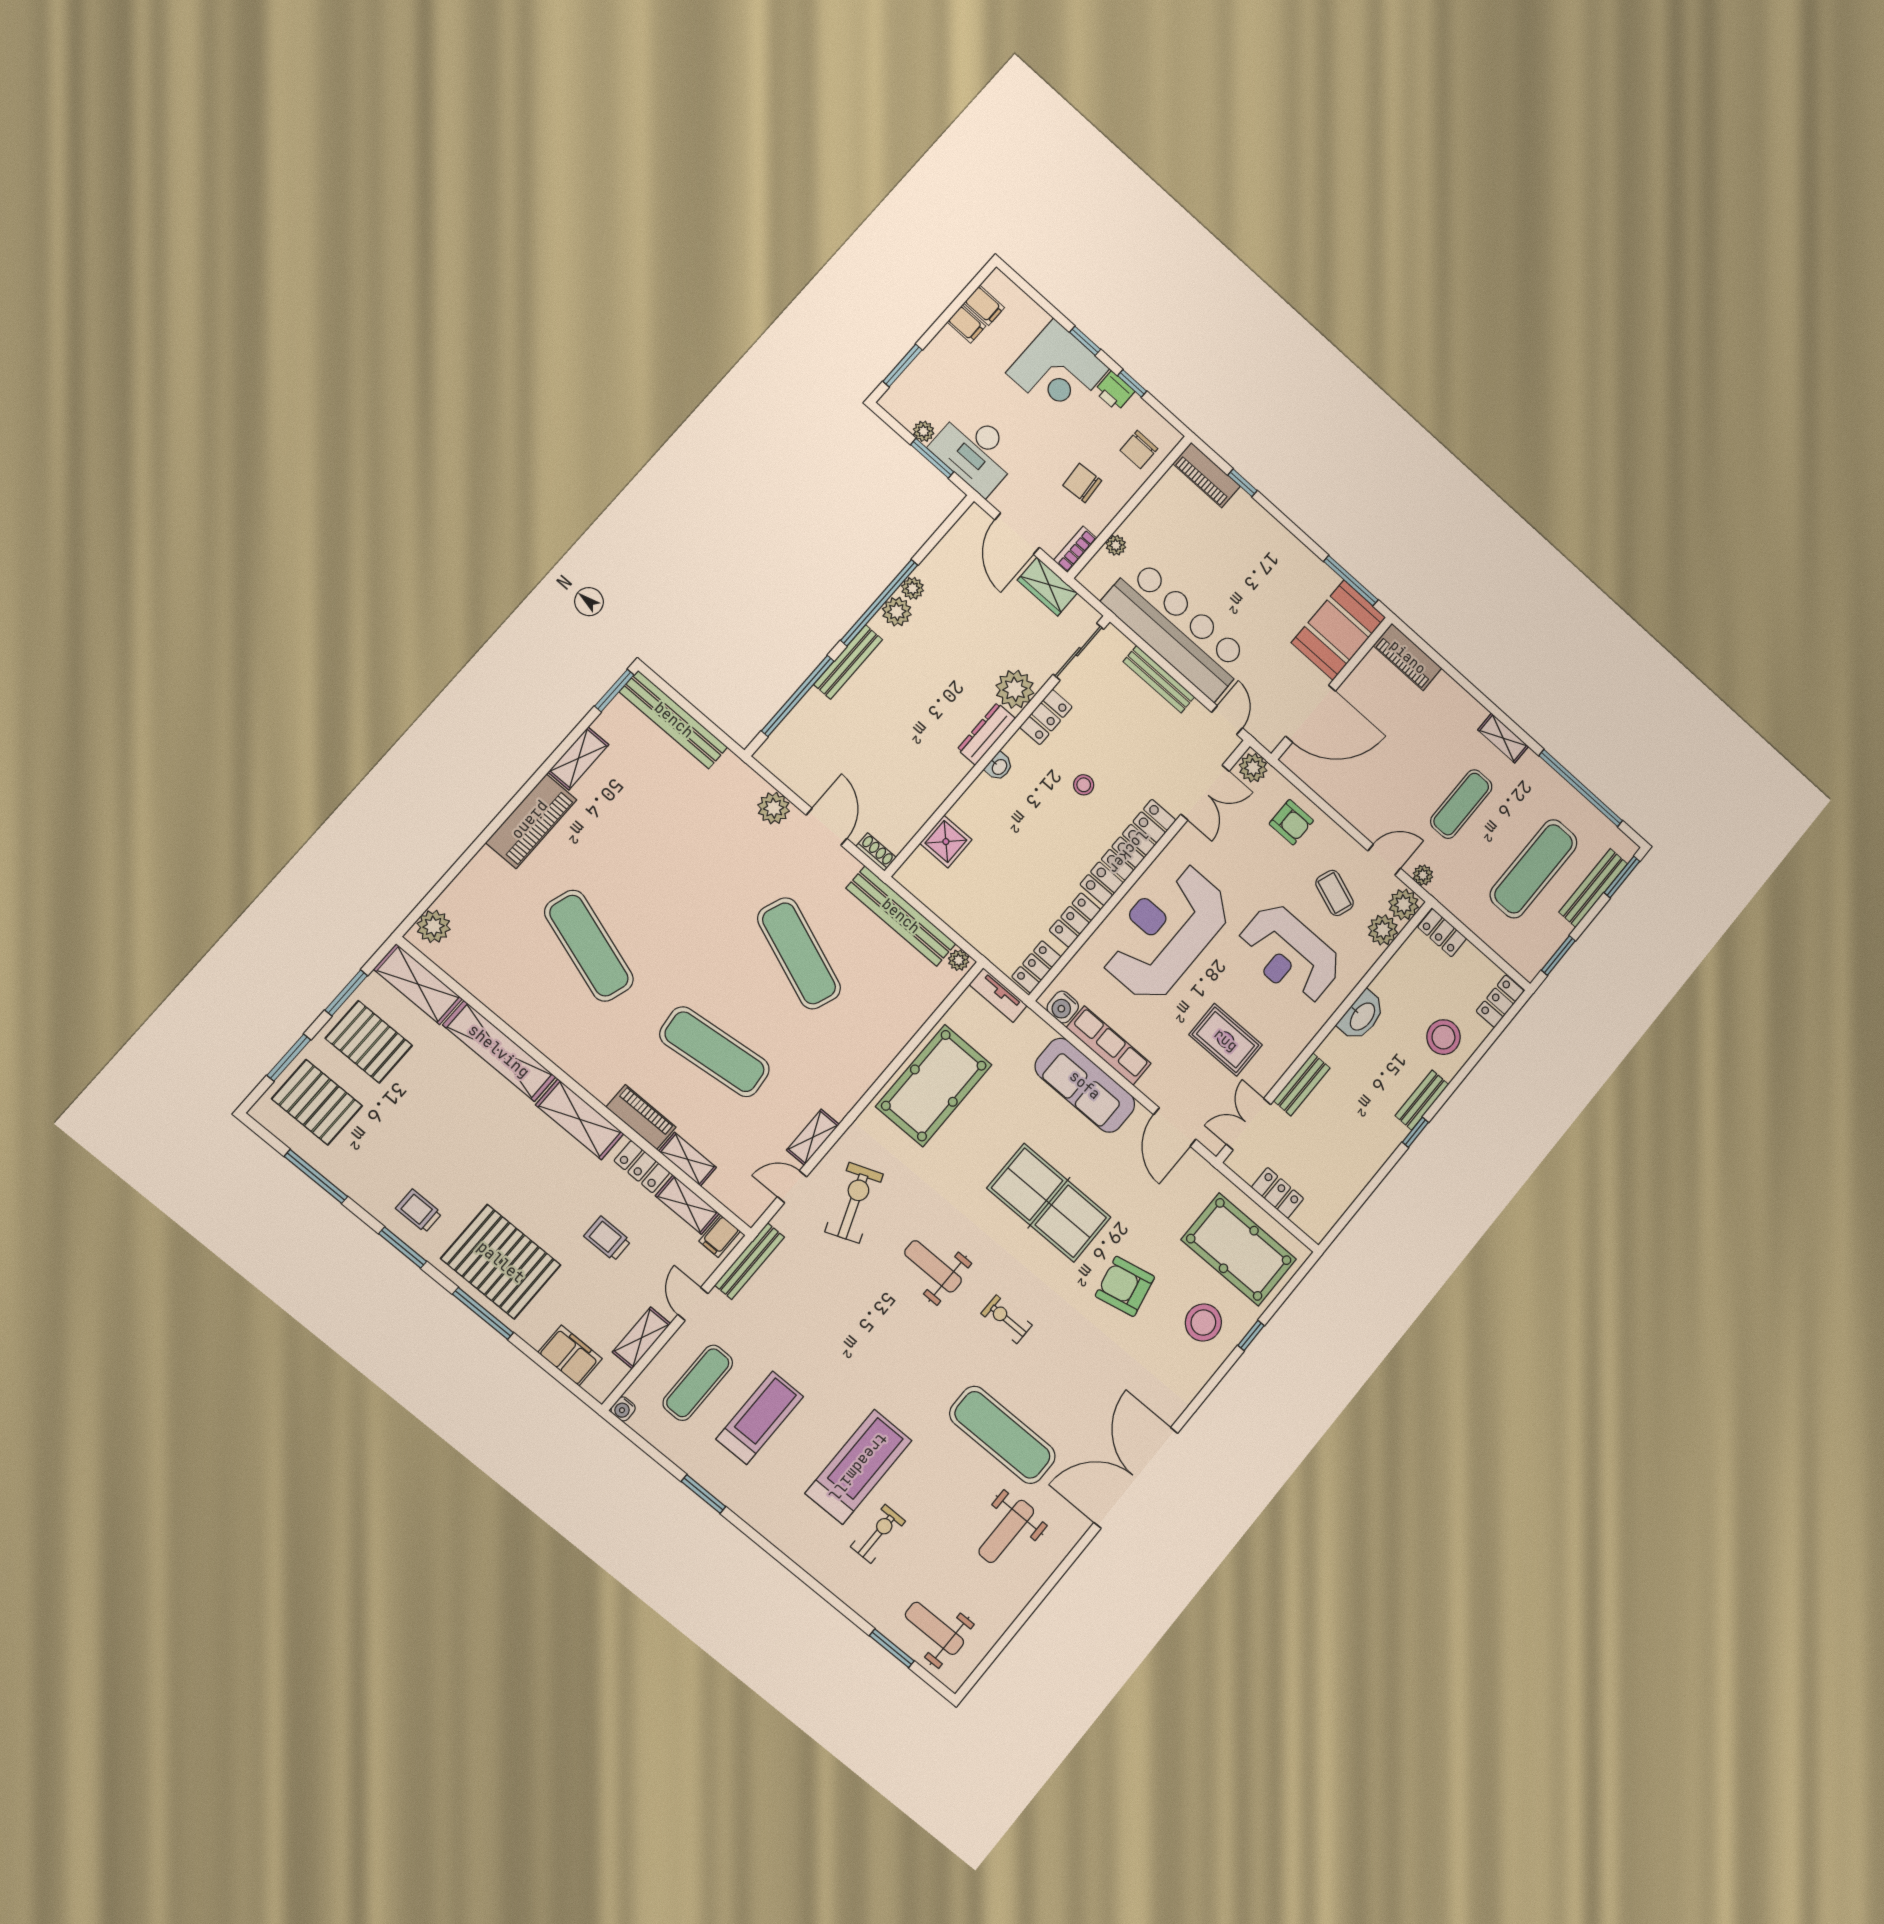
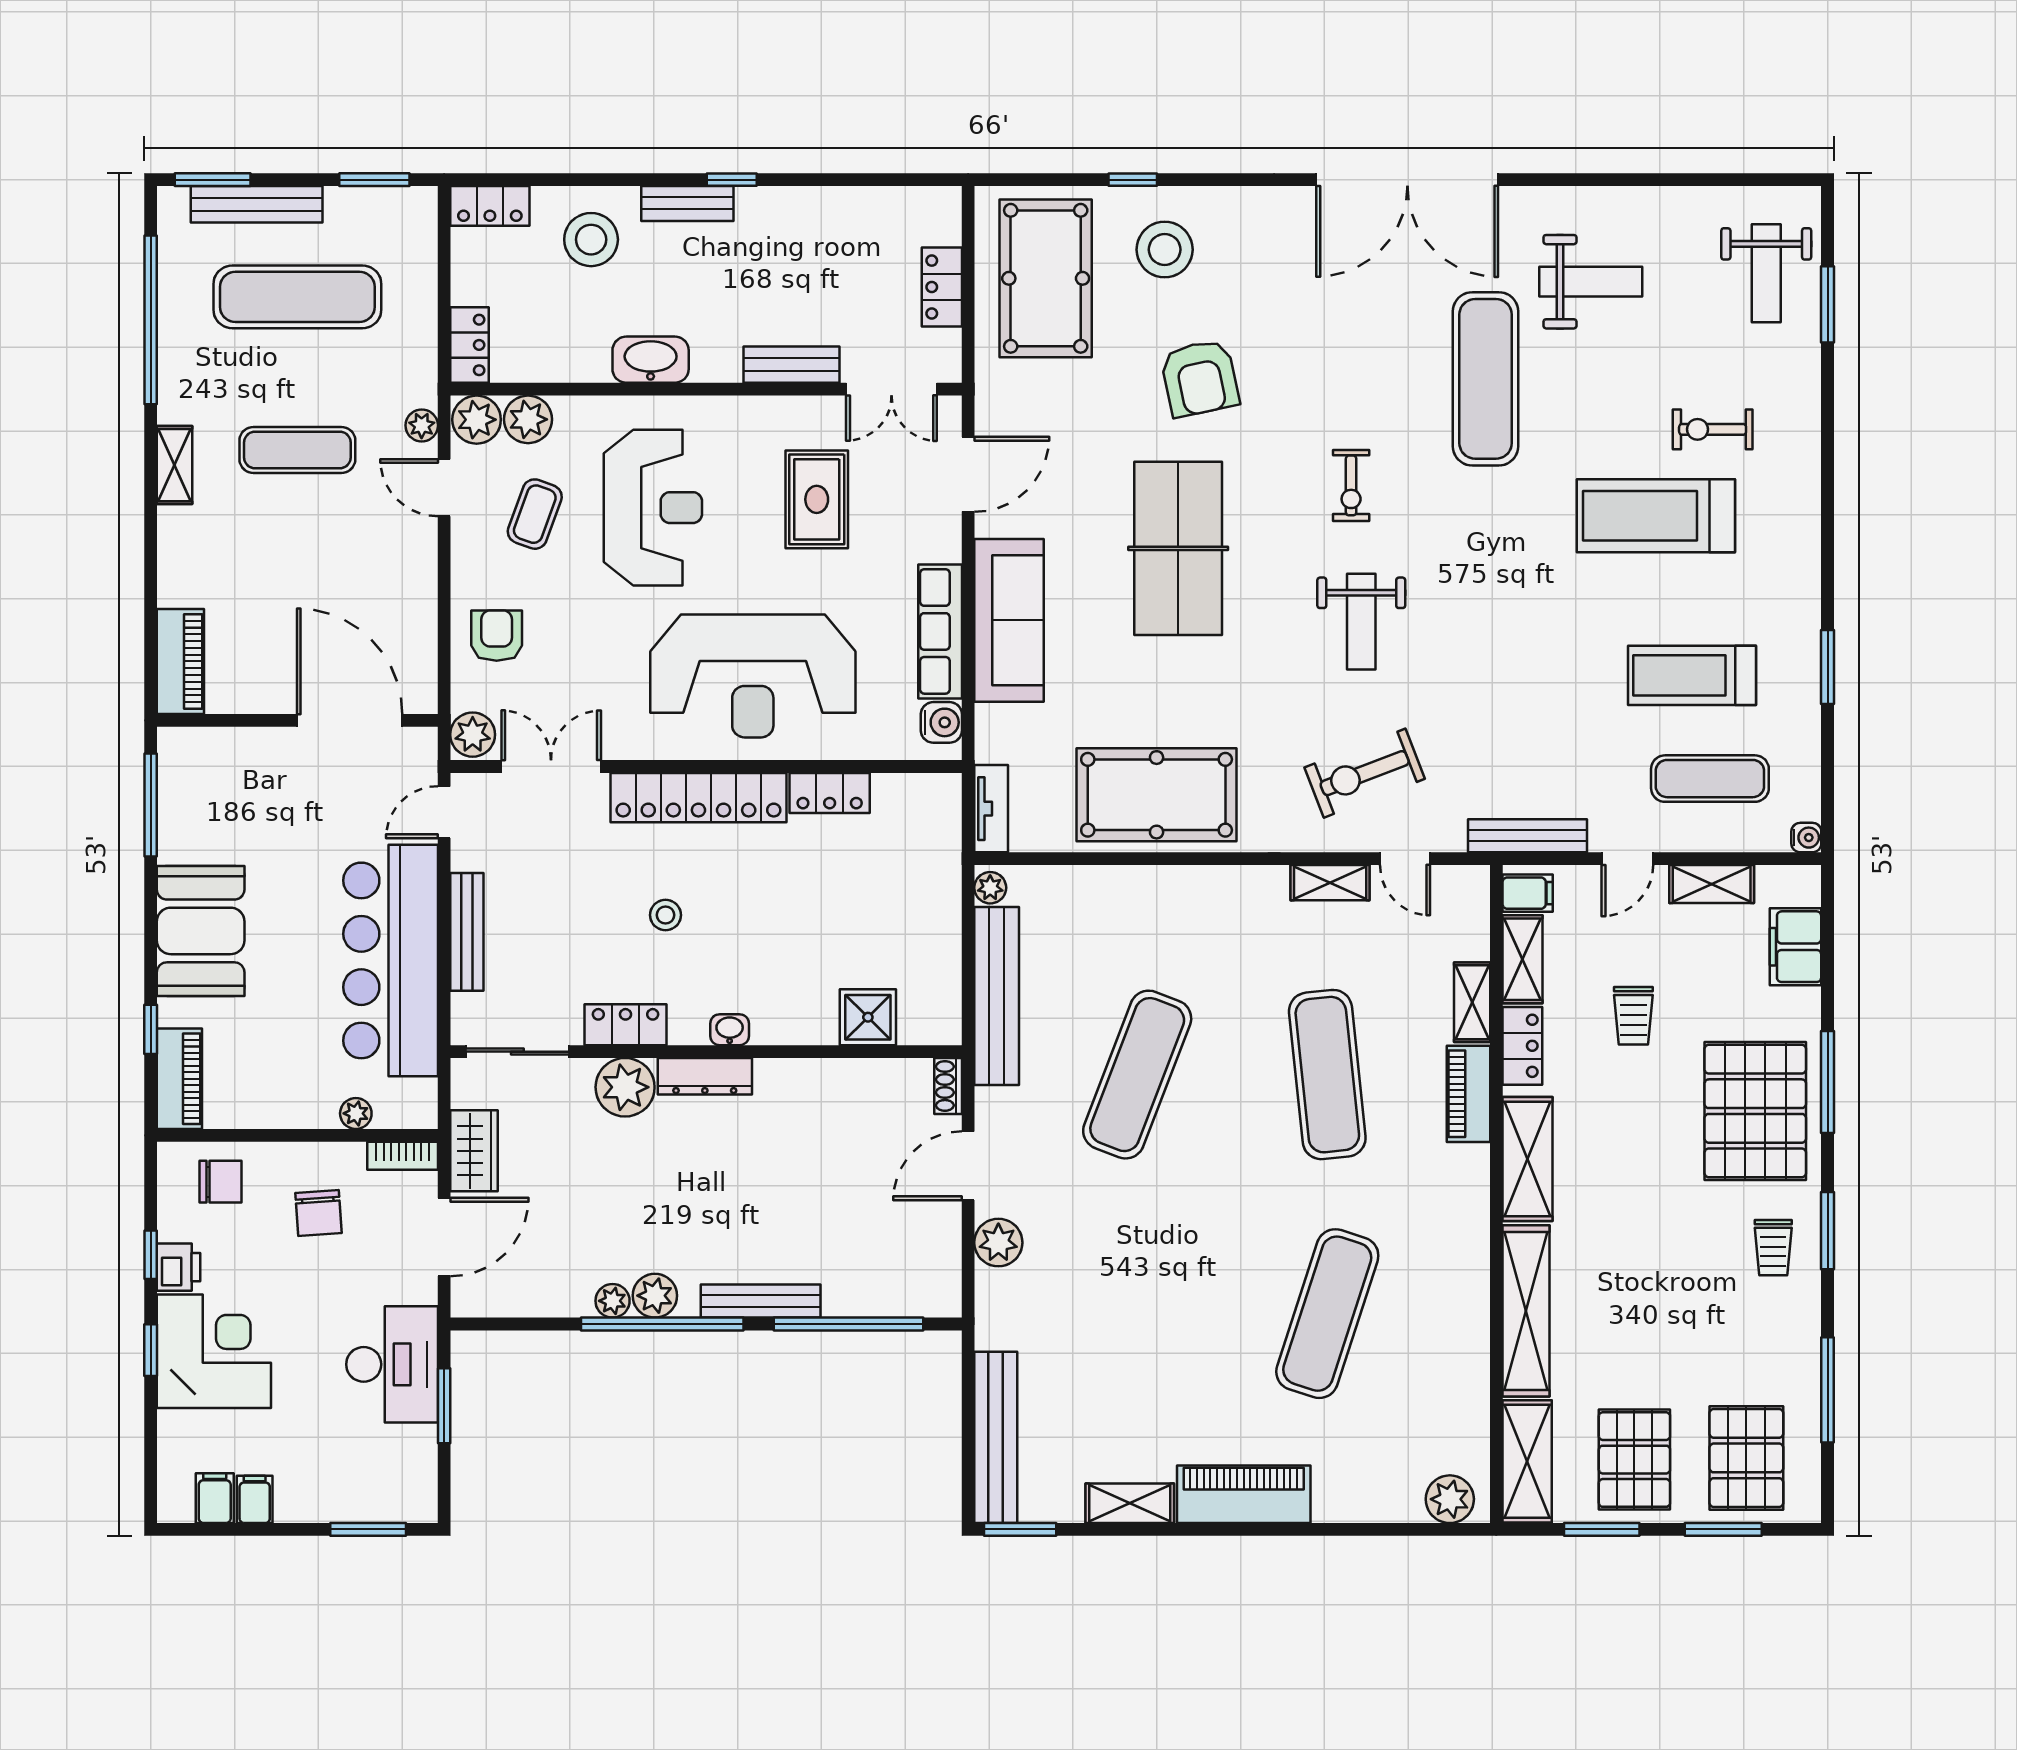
plant: (924, 431) -> (422, 1442), removed
booth: (1338, 630) -> (201, 931), moved, turned 90
locker: (1036, 967) -> (921, 792), removed

